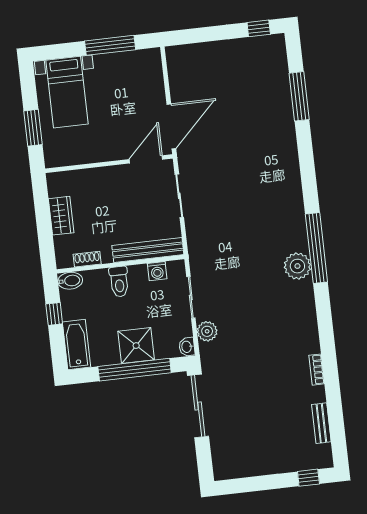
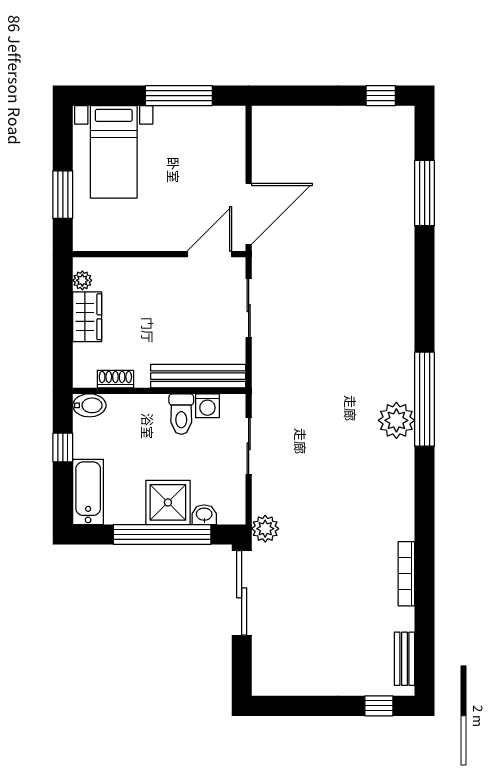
plant: (54, 189) -> (82, 280), added
toilet: (119, 282) -> (181, 414), moved
plant: (207, 331) -> (265, 529), moved
washbasin: (187, 347) -> (204, 515), moved, turned 90
bookcase: (317, 370) -> (406, 574), width x1.56
bench: (321, 423) -> (404, 659), moved

